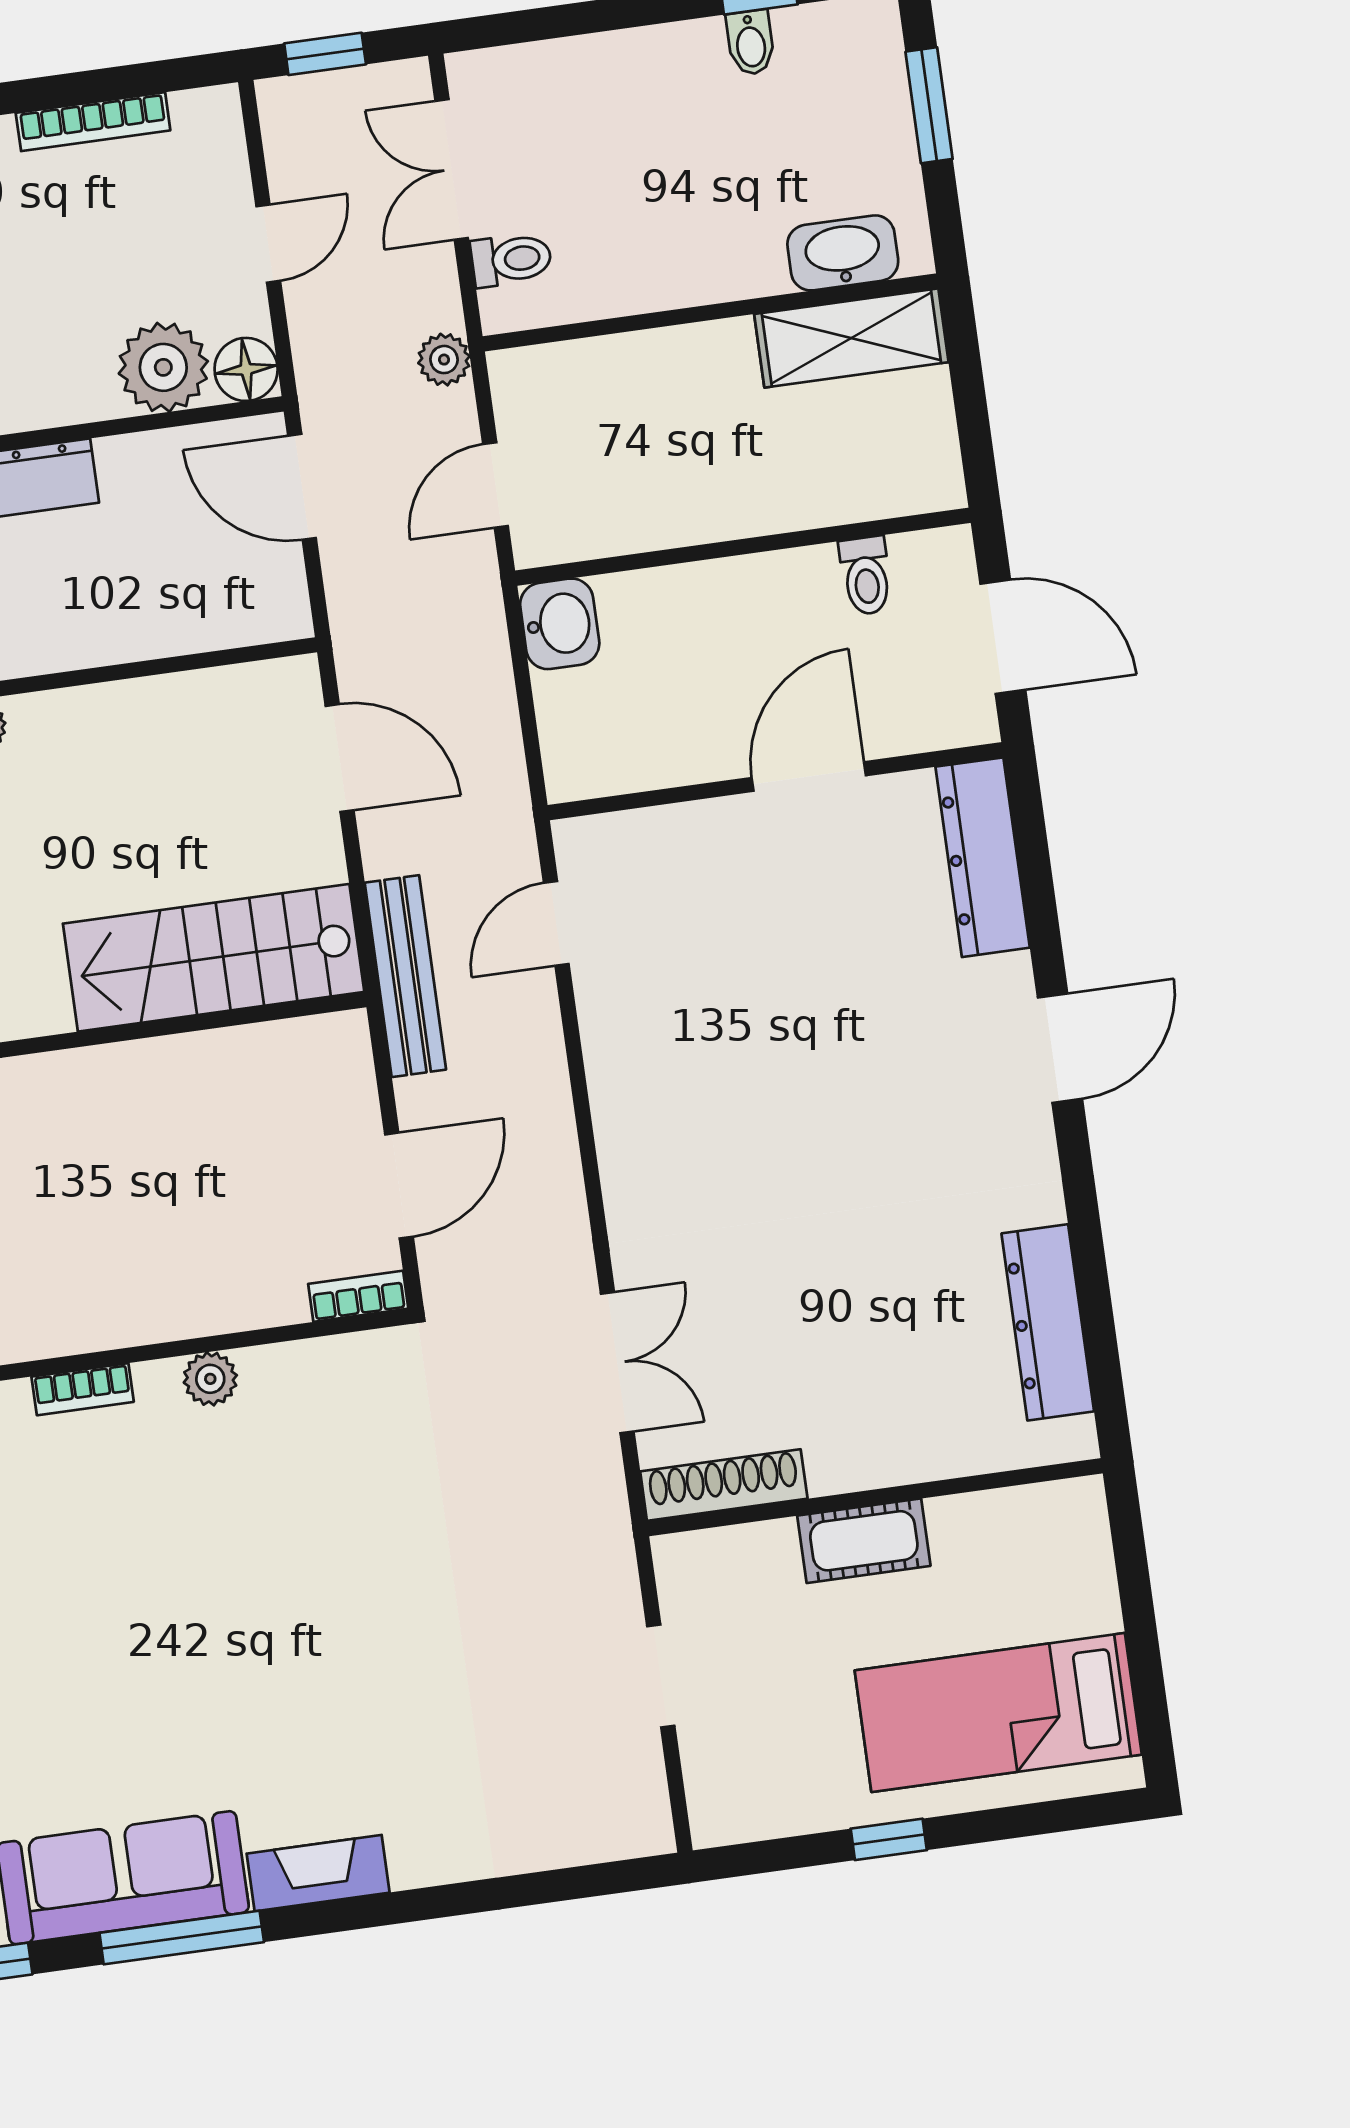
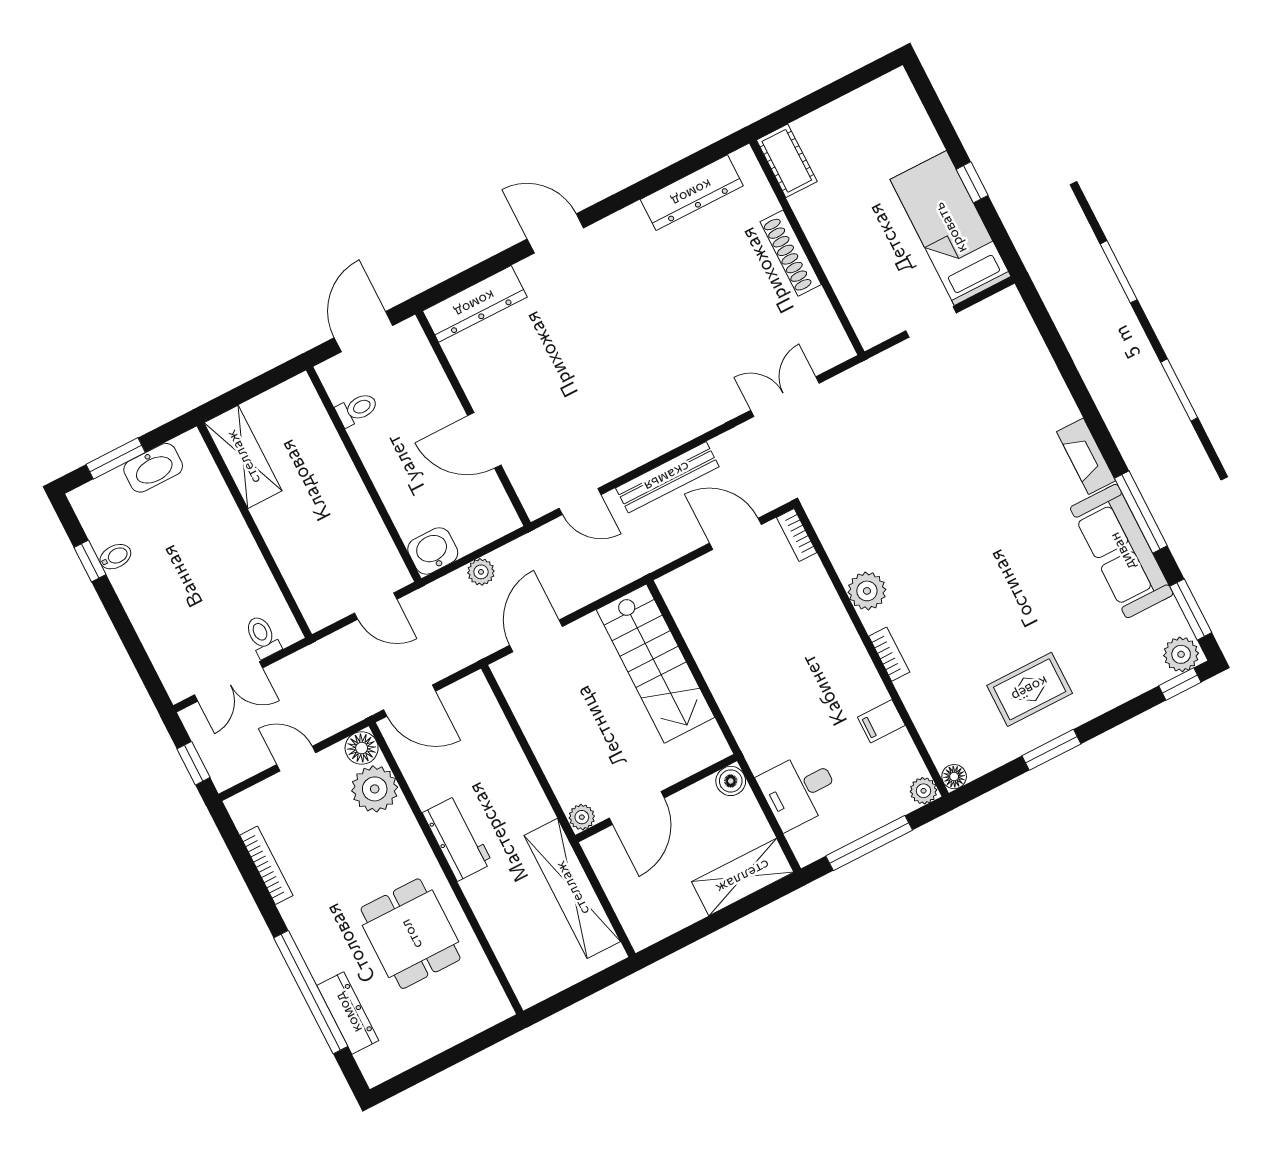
washbasin: (843, 253) -> (153, 468), moved, turned -90
plant: (444, 360) -> (481, 572), moved
door: (302, 487) -> (410, 701), hinge flipped
door: (809, 777) -> (484, 440), moved
bench: (405, 976) -> (667, 477), moved
plant: (210, 1379) -> (867, 591), width x1.38, depth x1.38
shoe rack: (724, 1485) -> (791, 253), moved
cot: (864, 1541) -> (787, 161), moved
bed: (998, 1712) -> (950, 228), moved, turned 180

